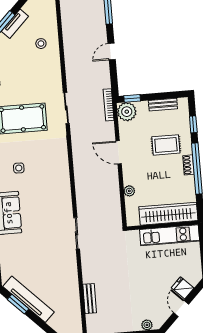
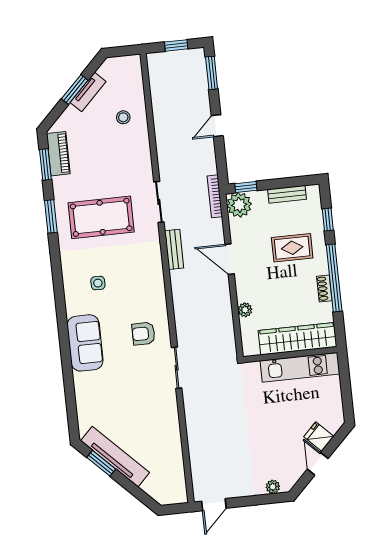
shoe rack: (188, 165) -> (324, 288), moved
armchair: (52, 207) -> (143, 334), added
bench: (90, 299) -> (174, 249), moved

